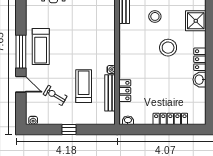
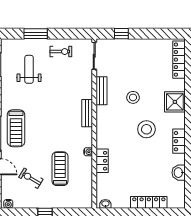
washbasin: (200, 80) -> (179, 173), moved
locker: (125, 91) -> (102, 161), moved
bench: (110, 93) -> (87, 113), moved, width x0.73

